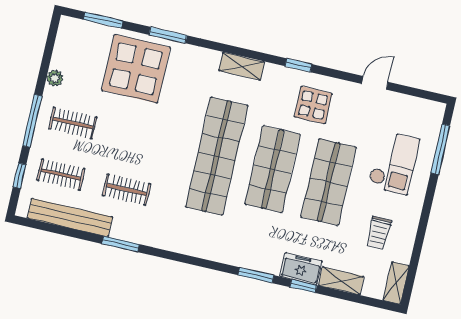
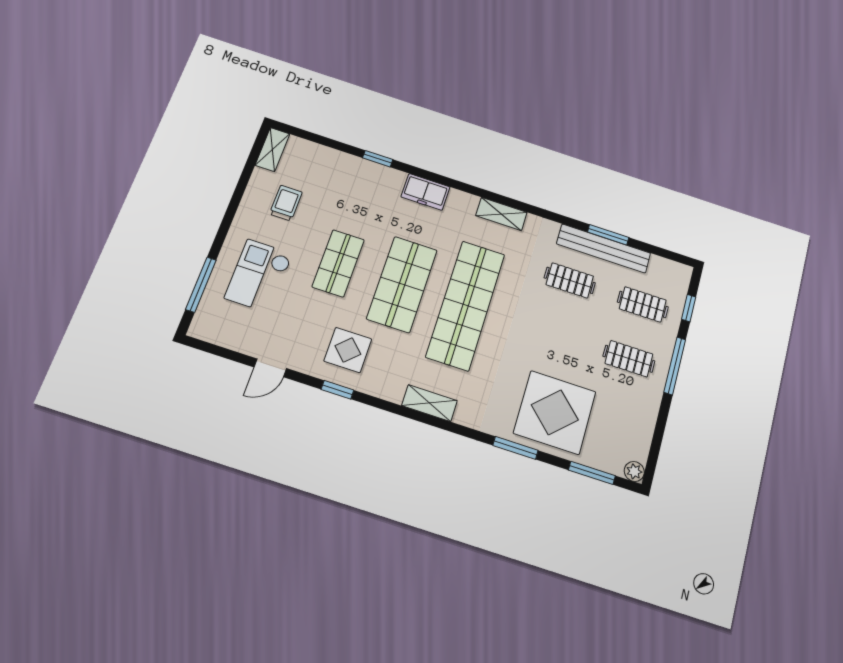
window: (298, 65) -> (338, 390), moved
plant: (55, 78) -> (634, 471), moved
shop shelf: (328, 182) -> (338, 263), width x0.70, depth x0.74
bench: (70, 217) -> (604, 248), moved
window: (121, 244) -> (608, 235), moved
freezer: (301, 269) -> (425, 192), moved
window: (256, 275) -> (430, 176), removed
shelving: (341, 281) -> (501, 214), moved

